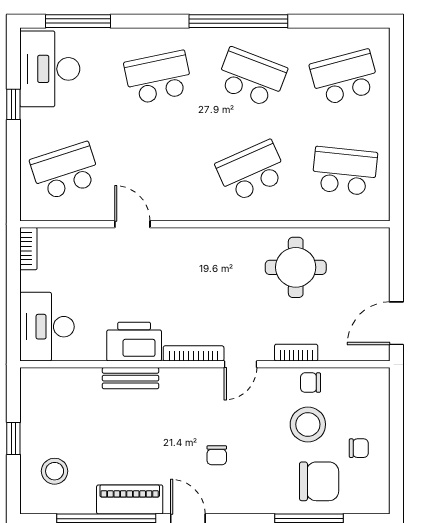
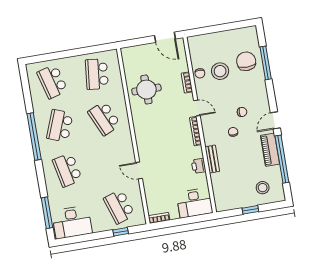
window: (13, 104) -> (121, 232), moved
door: (132, 224) -> (139, 171), hinge flipped
printer: (134, 342) -> (199, 166), width x0.53, depth x0.68
chair: (359, 448) -> (233, 132), moved

